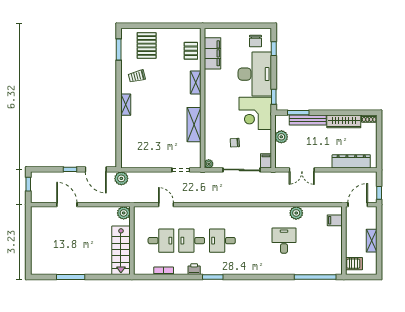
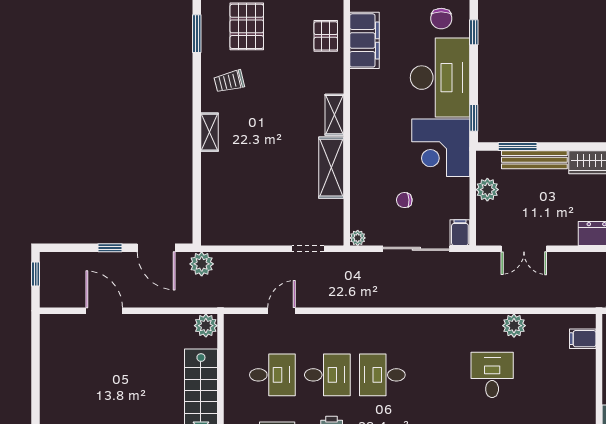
shelving: (196, 82) -> (334, 115), moved
door: (166, 205) -> (281, 311), hinge flipped
desk: (192, 241) -> (327, 375), turned 180

